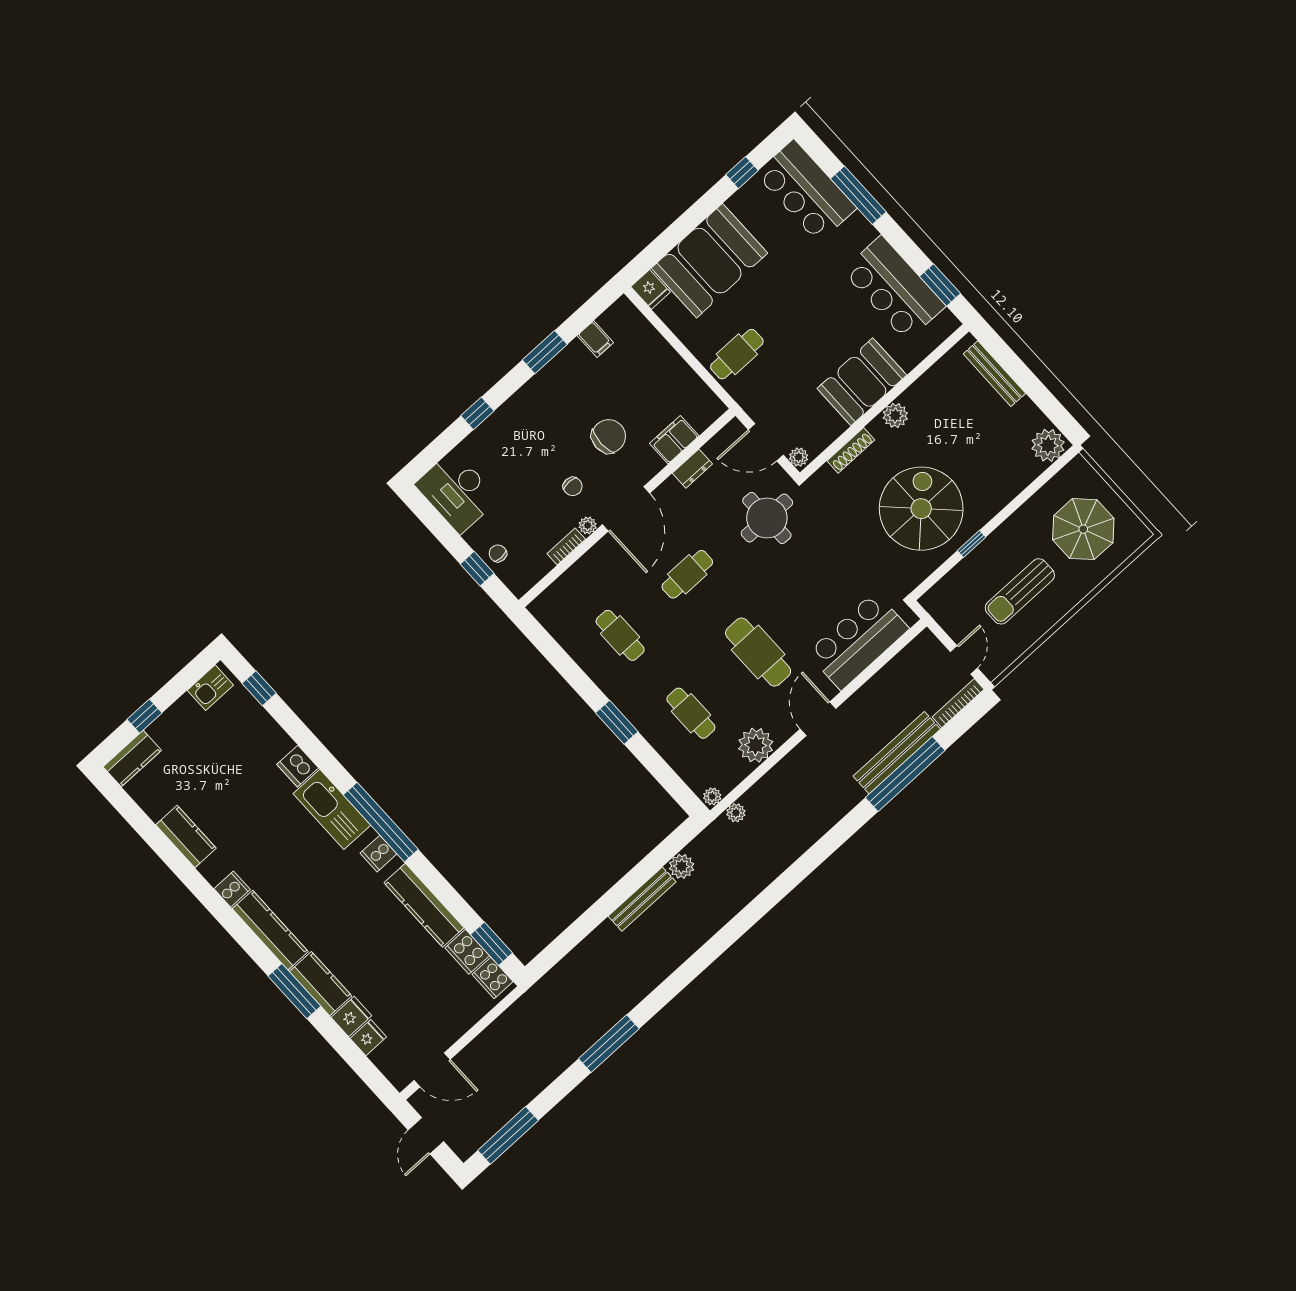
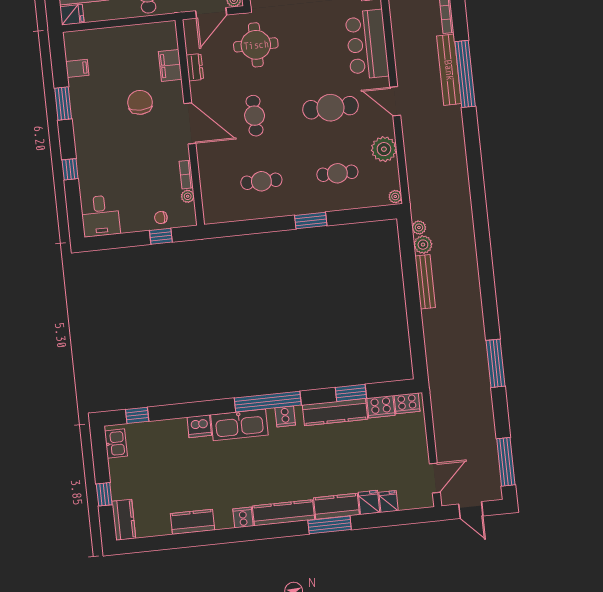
chair: (573, 486) -> (154, 145), removed
desk: (457, 492) -> (100, 216), width x0.73
plant: (588, 525) -> (188, 196), moved
plant: (736, 813) -> (419, 227), moved
window: (491, 944) -> (351, 393), moved

